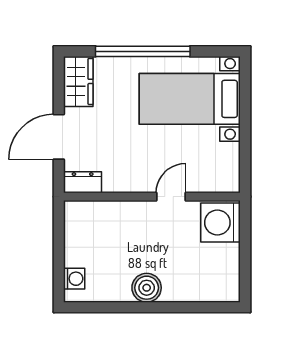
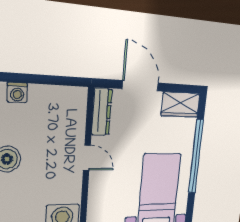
dresser: (83, 182) -> (102, 112), width x1.44
door: (171, 197) -> (87, 158), moved

